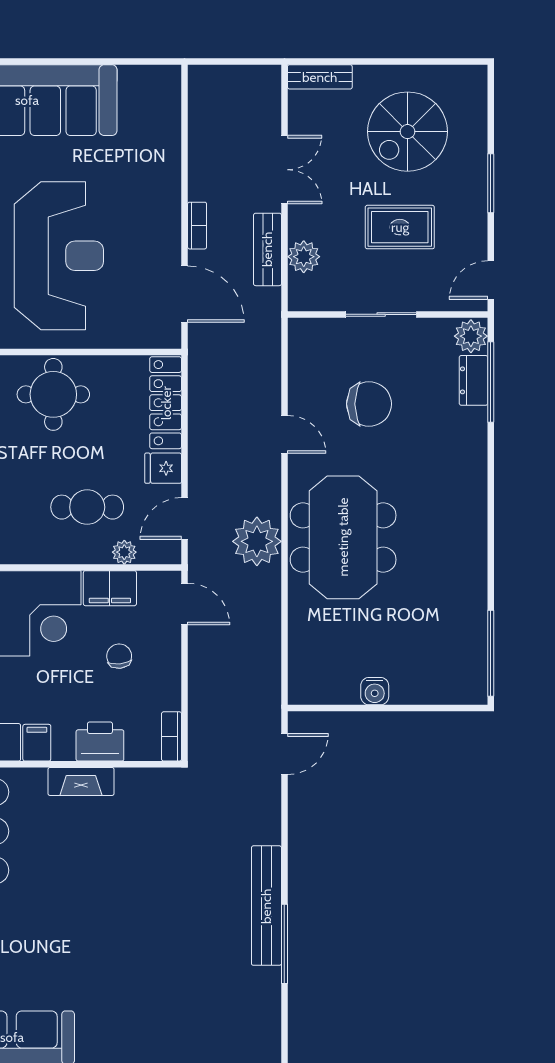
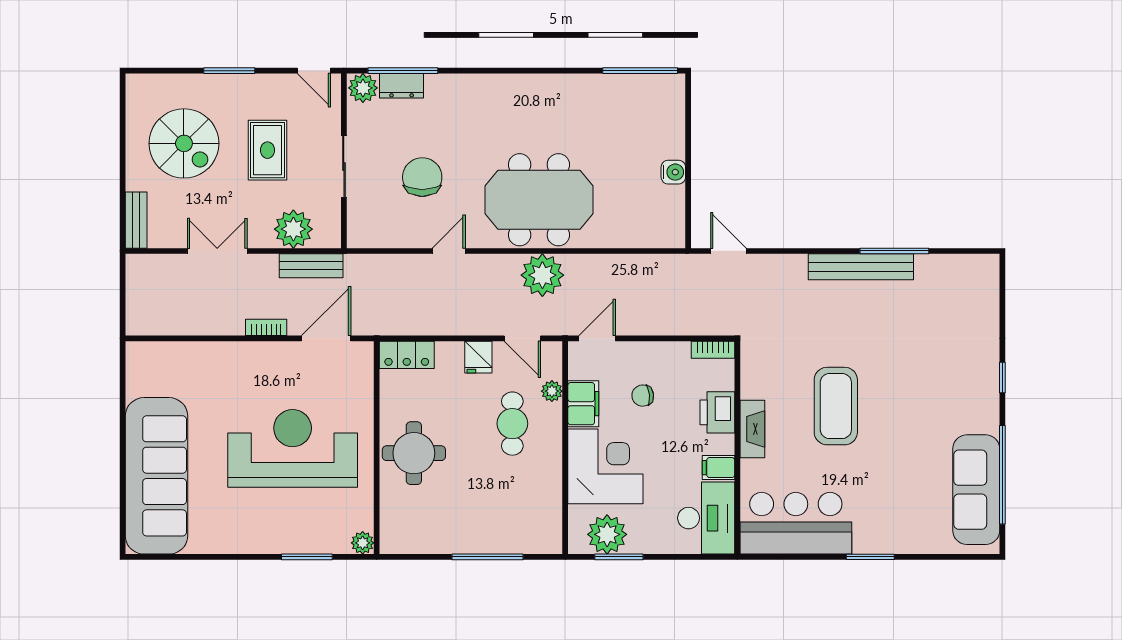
bench: (267, 249) -> (311, 266), moved
plant: (304, 257) -> (293, 229), width x1.36, depth x1.36
locker: (166, 403) -> (407, 355), width x0.66
coffee table: (107, 877) -> (836, 406), added

